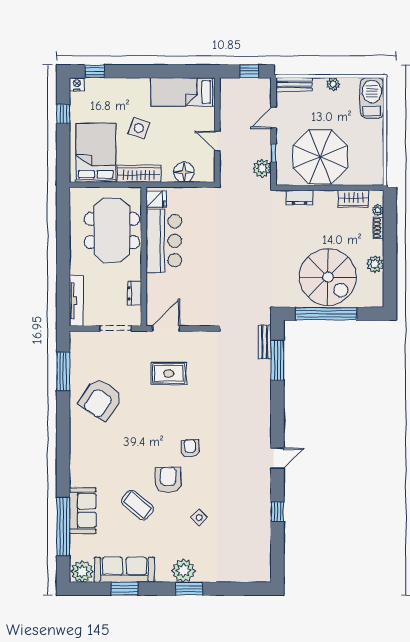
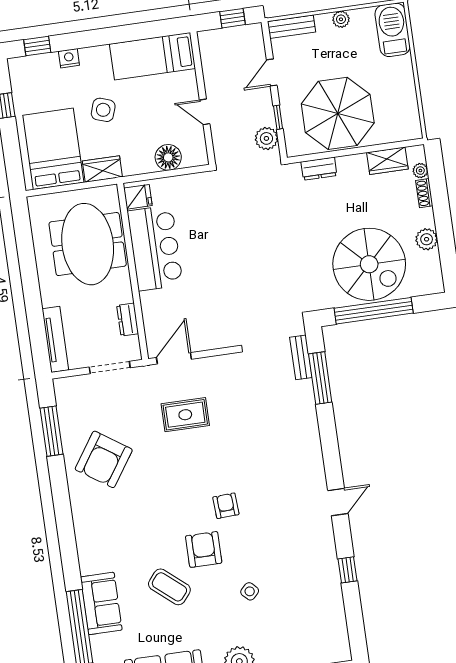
nightstand: (77, 84) -> (69, 58), moved
wardrobe: (139, 174) -> (102, 169), width x0.67

